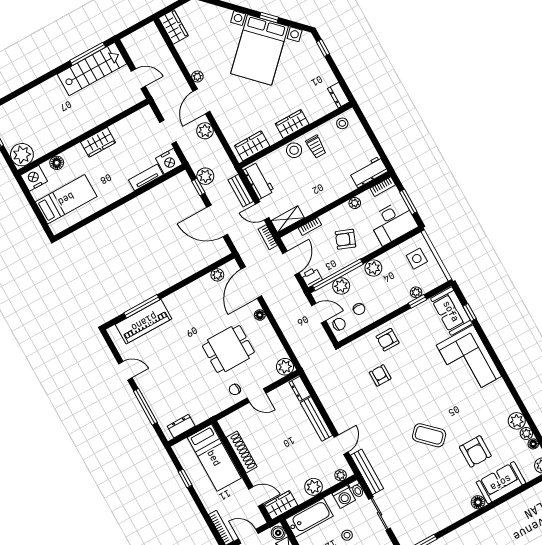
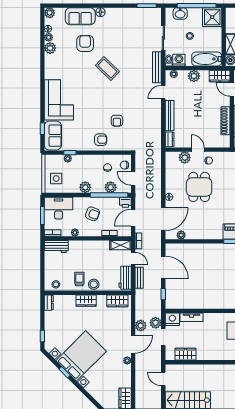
wardrobe: (98, 142) -> (186, 354), moved
plant: (205, 176) -> (156, 323), moved
dining table: (228, 349) -> (199, 187), turned 90
plant: (285, 367) -> (185, 157), moved

